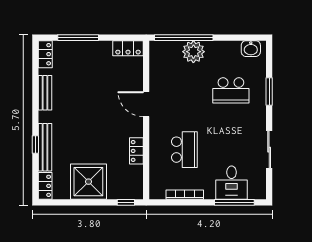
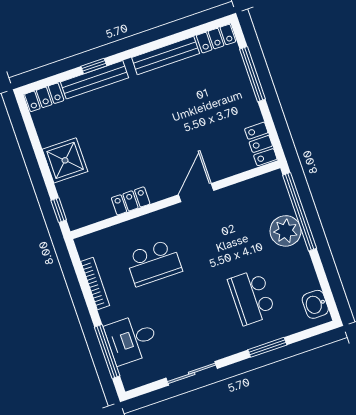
bench: (45, 93) -> (166, 55), width x1.36
shower: (88, 182) -> (65, 160), width x0.73, depth x0.73

